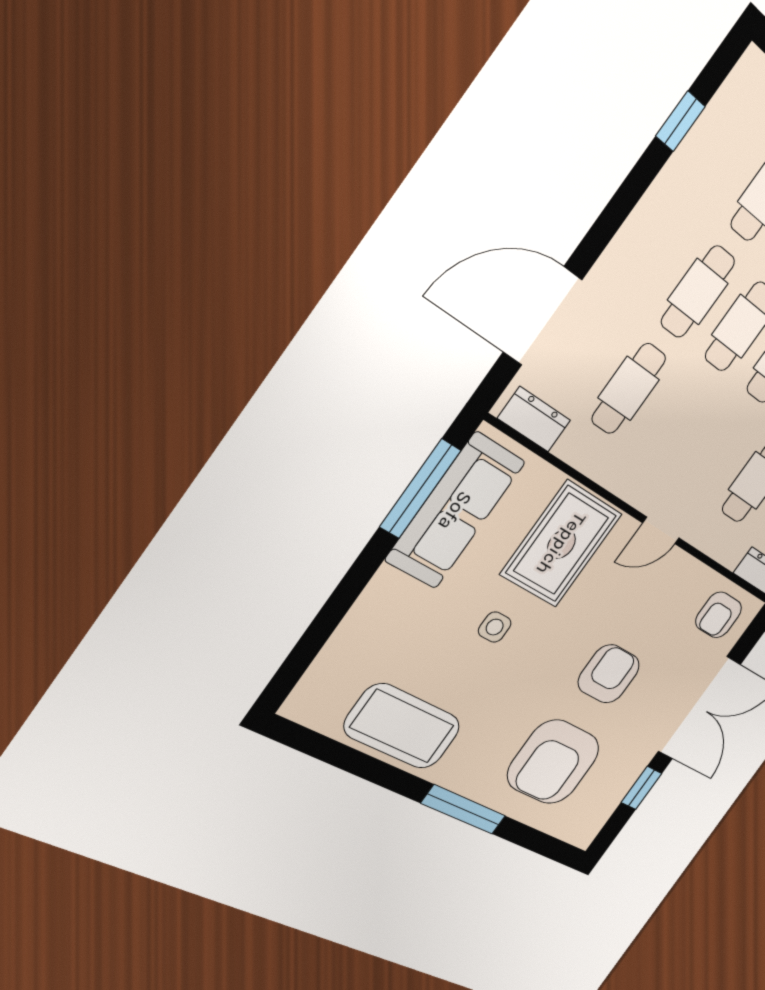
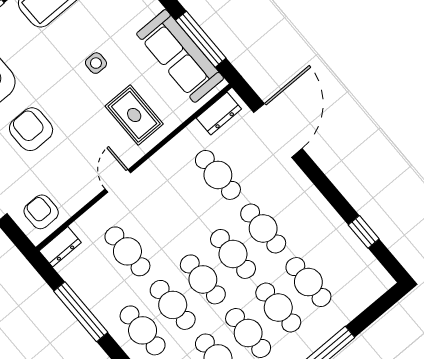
rug: (561, 544) -> (134, 115), width x0.73, depth x0.70
armchair: (609, 674) -> (31, 129), turned 180

